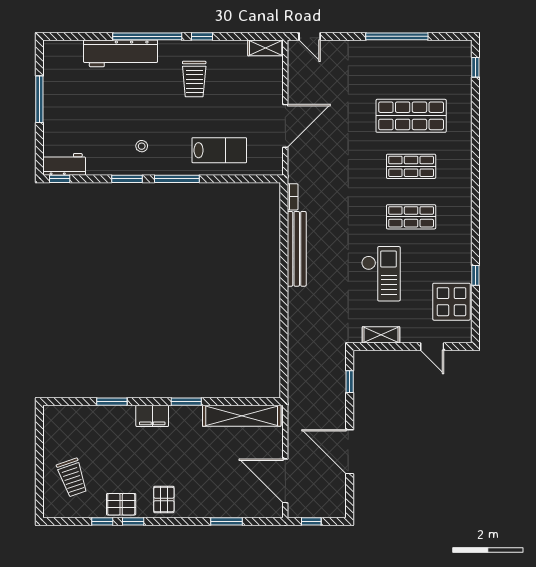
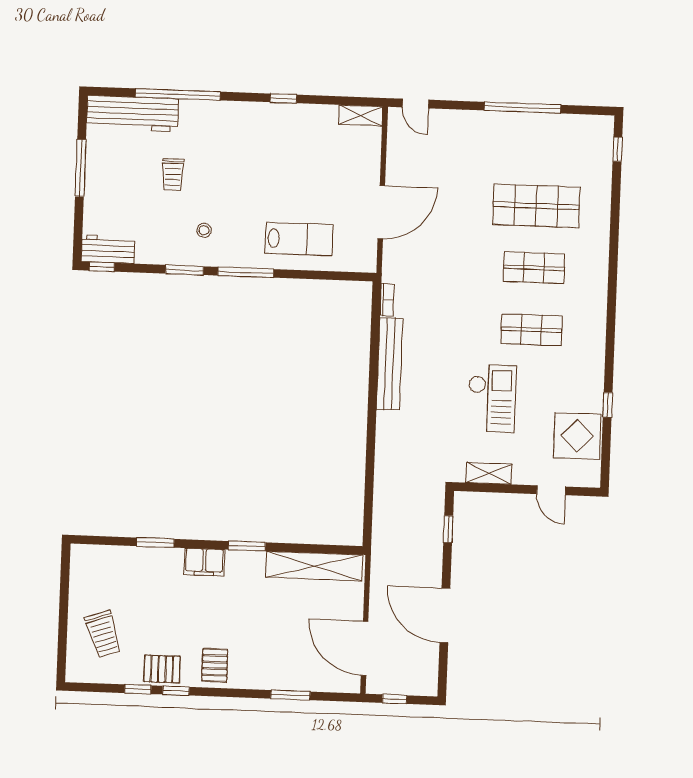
window: (147, 36) -> (178, 94), moved
workbench: (121, 53) -> (132, 114), moved
trolley: (194, 79) -> (173, 175), moved, width x0.73, depth x0.72

